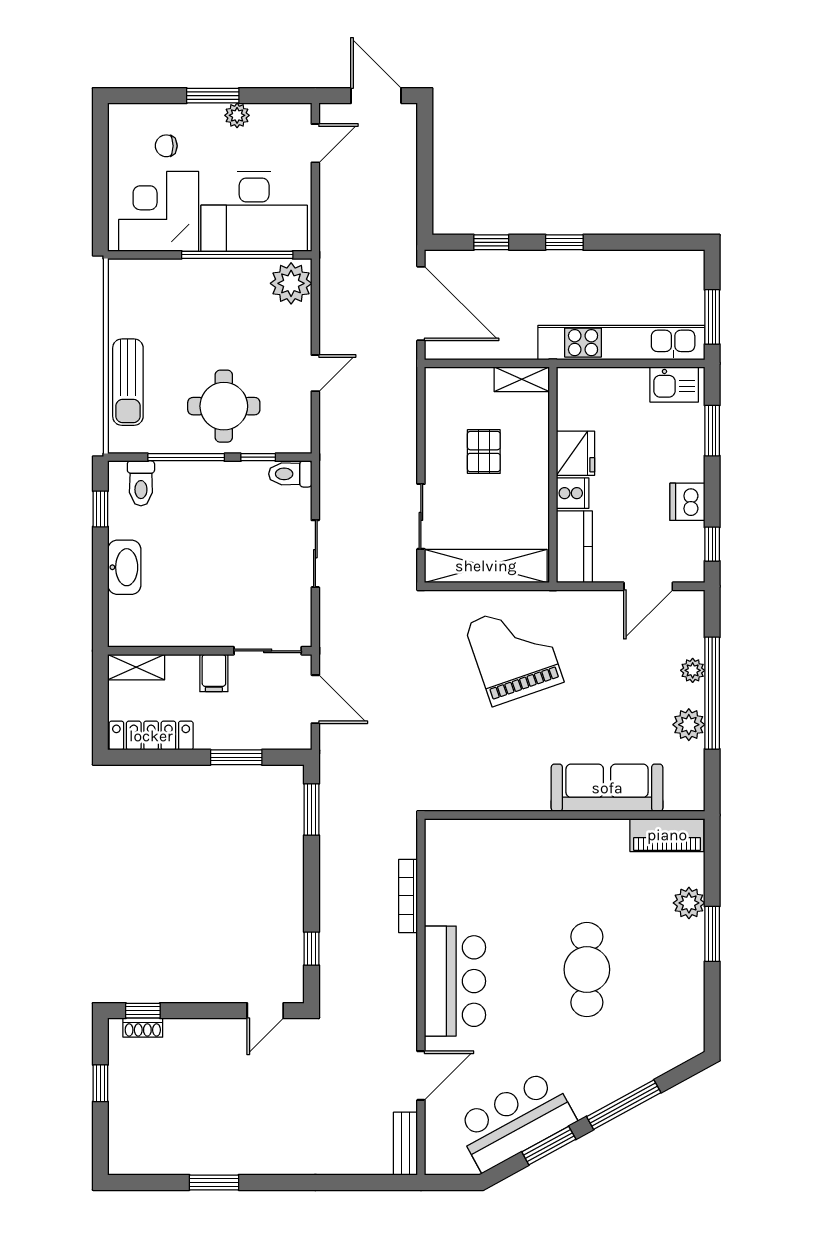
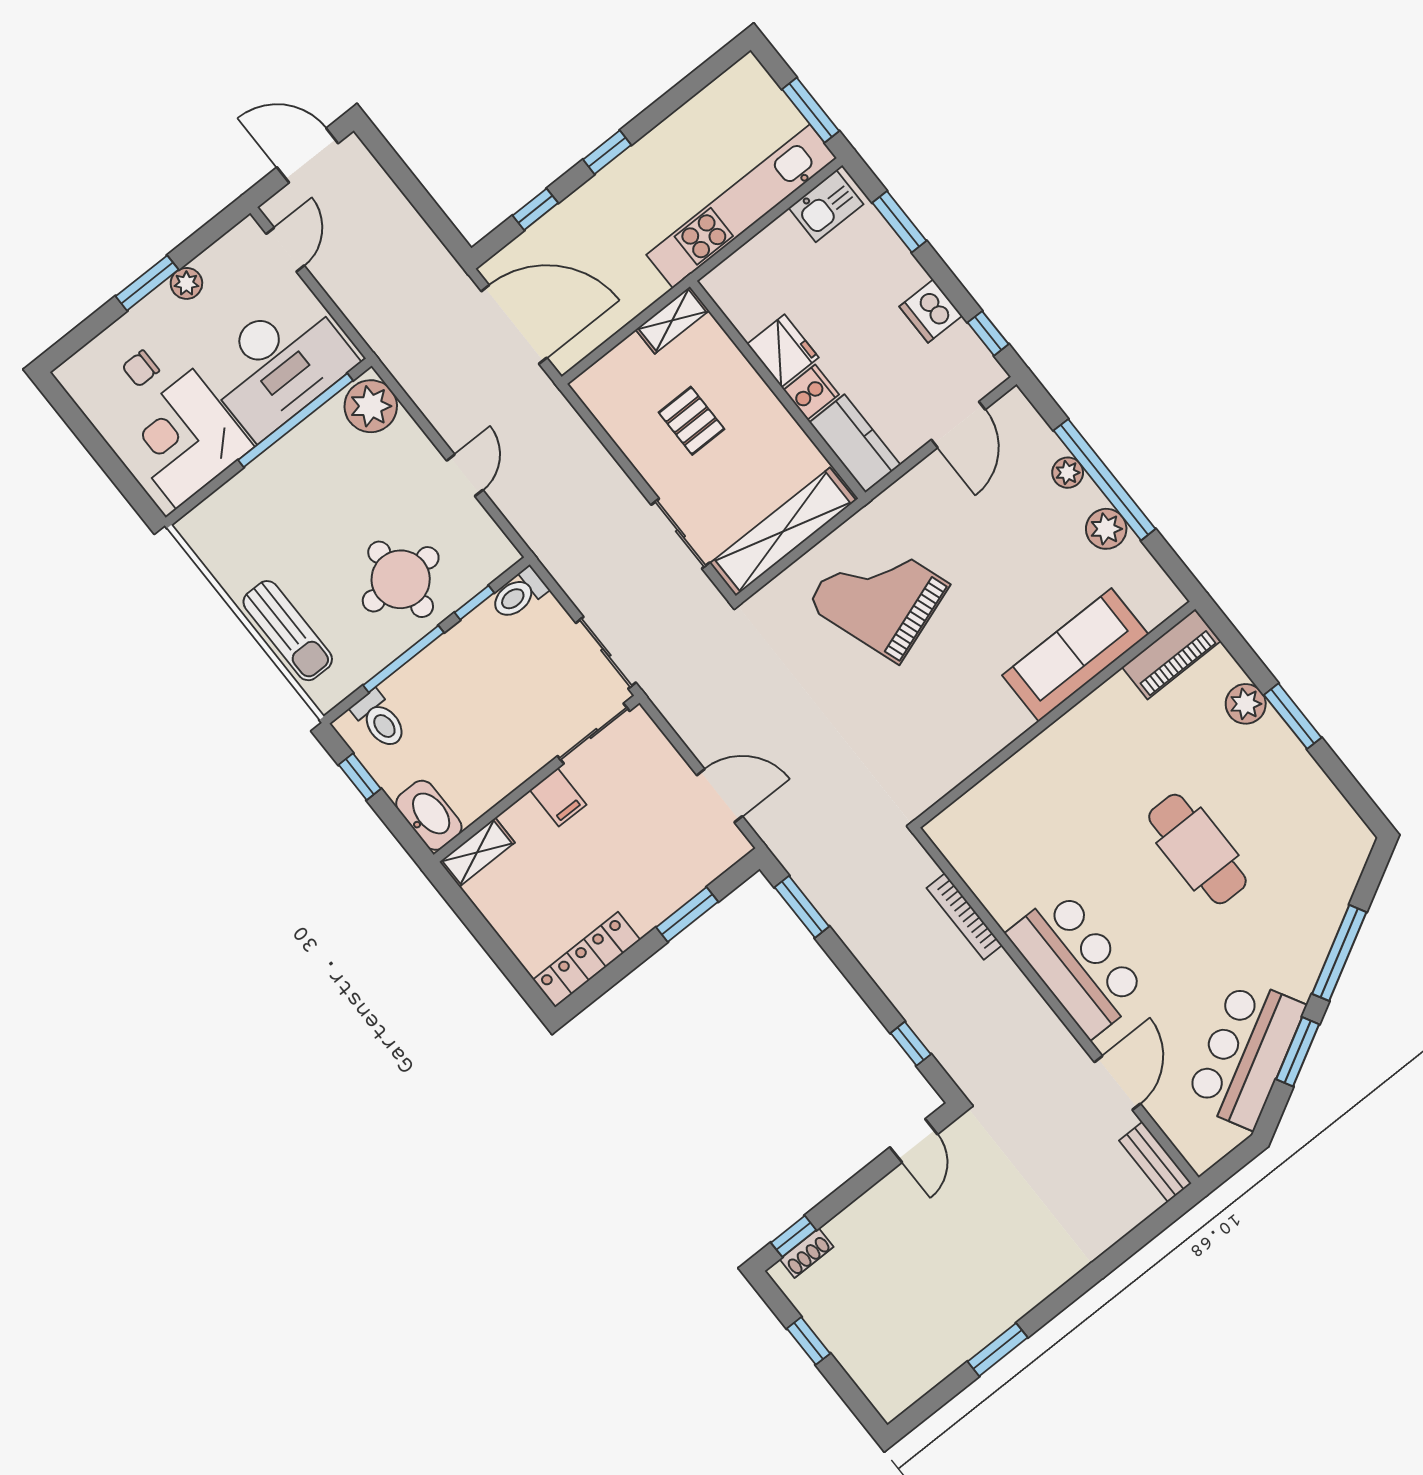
wall: (210, 651) -> (537, 779), moved
sliding door: (268, 651) -> (594, 734), moved
shelving: (136, 667) -> (477, 852), moved
filing cabinet: (214, 673) -> (558, 797), moved

